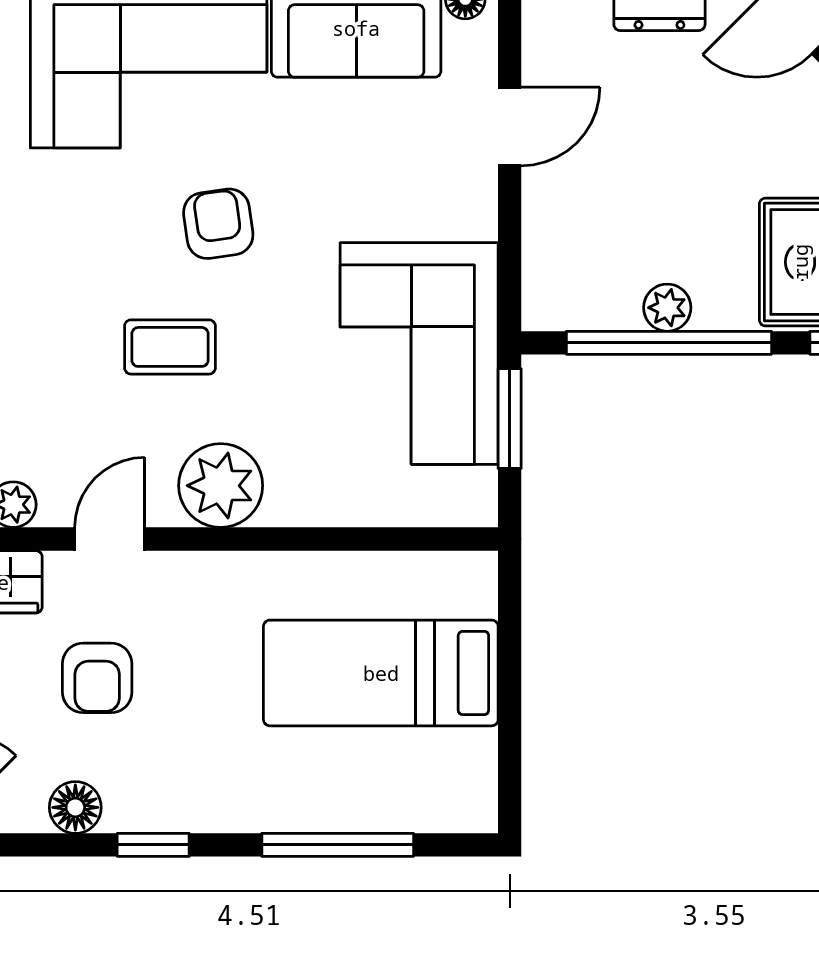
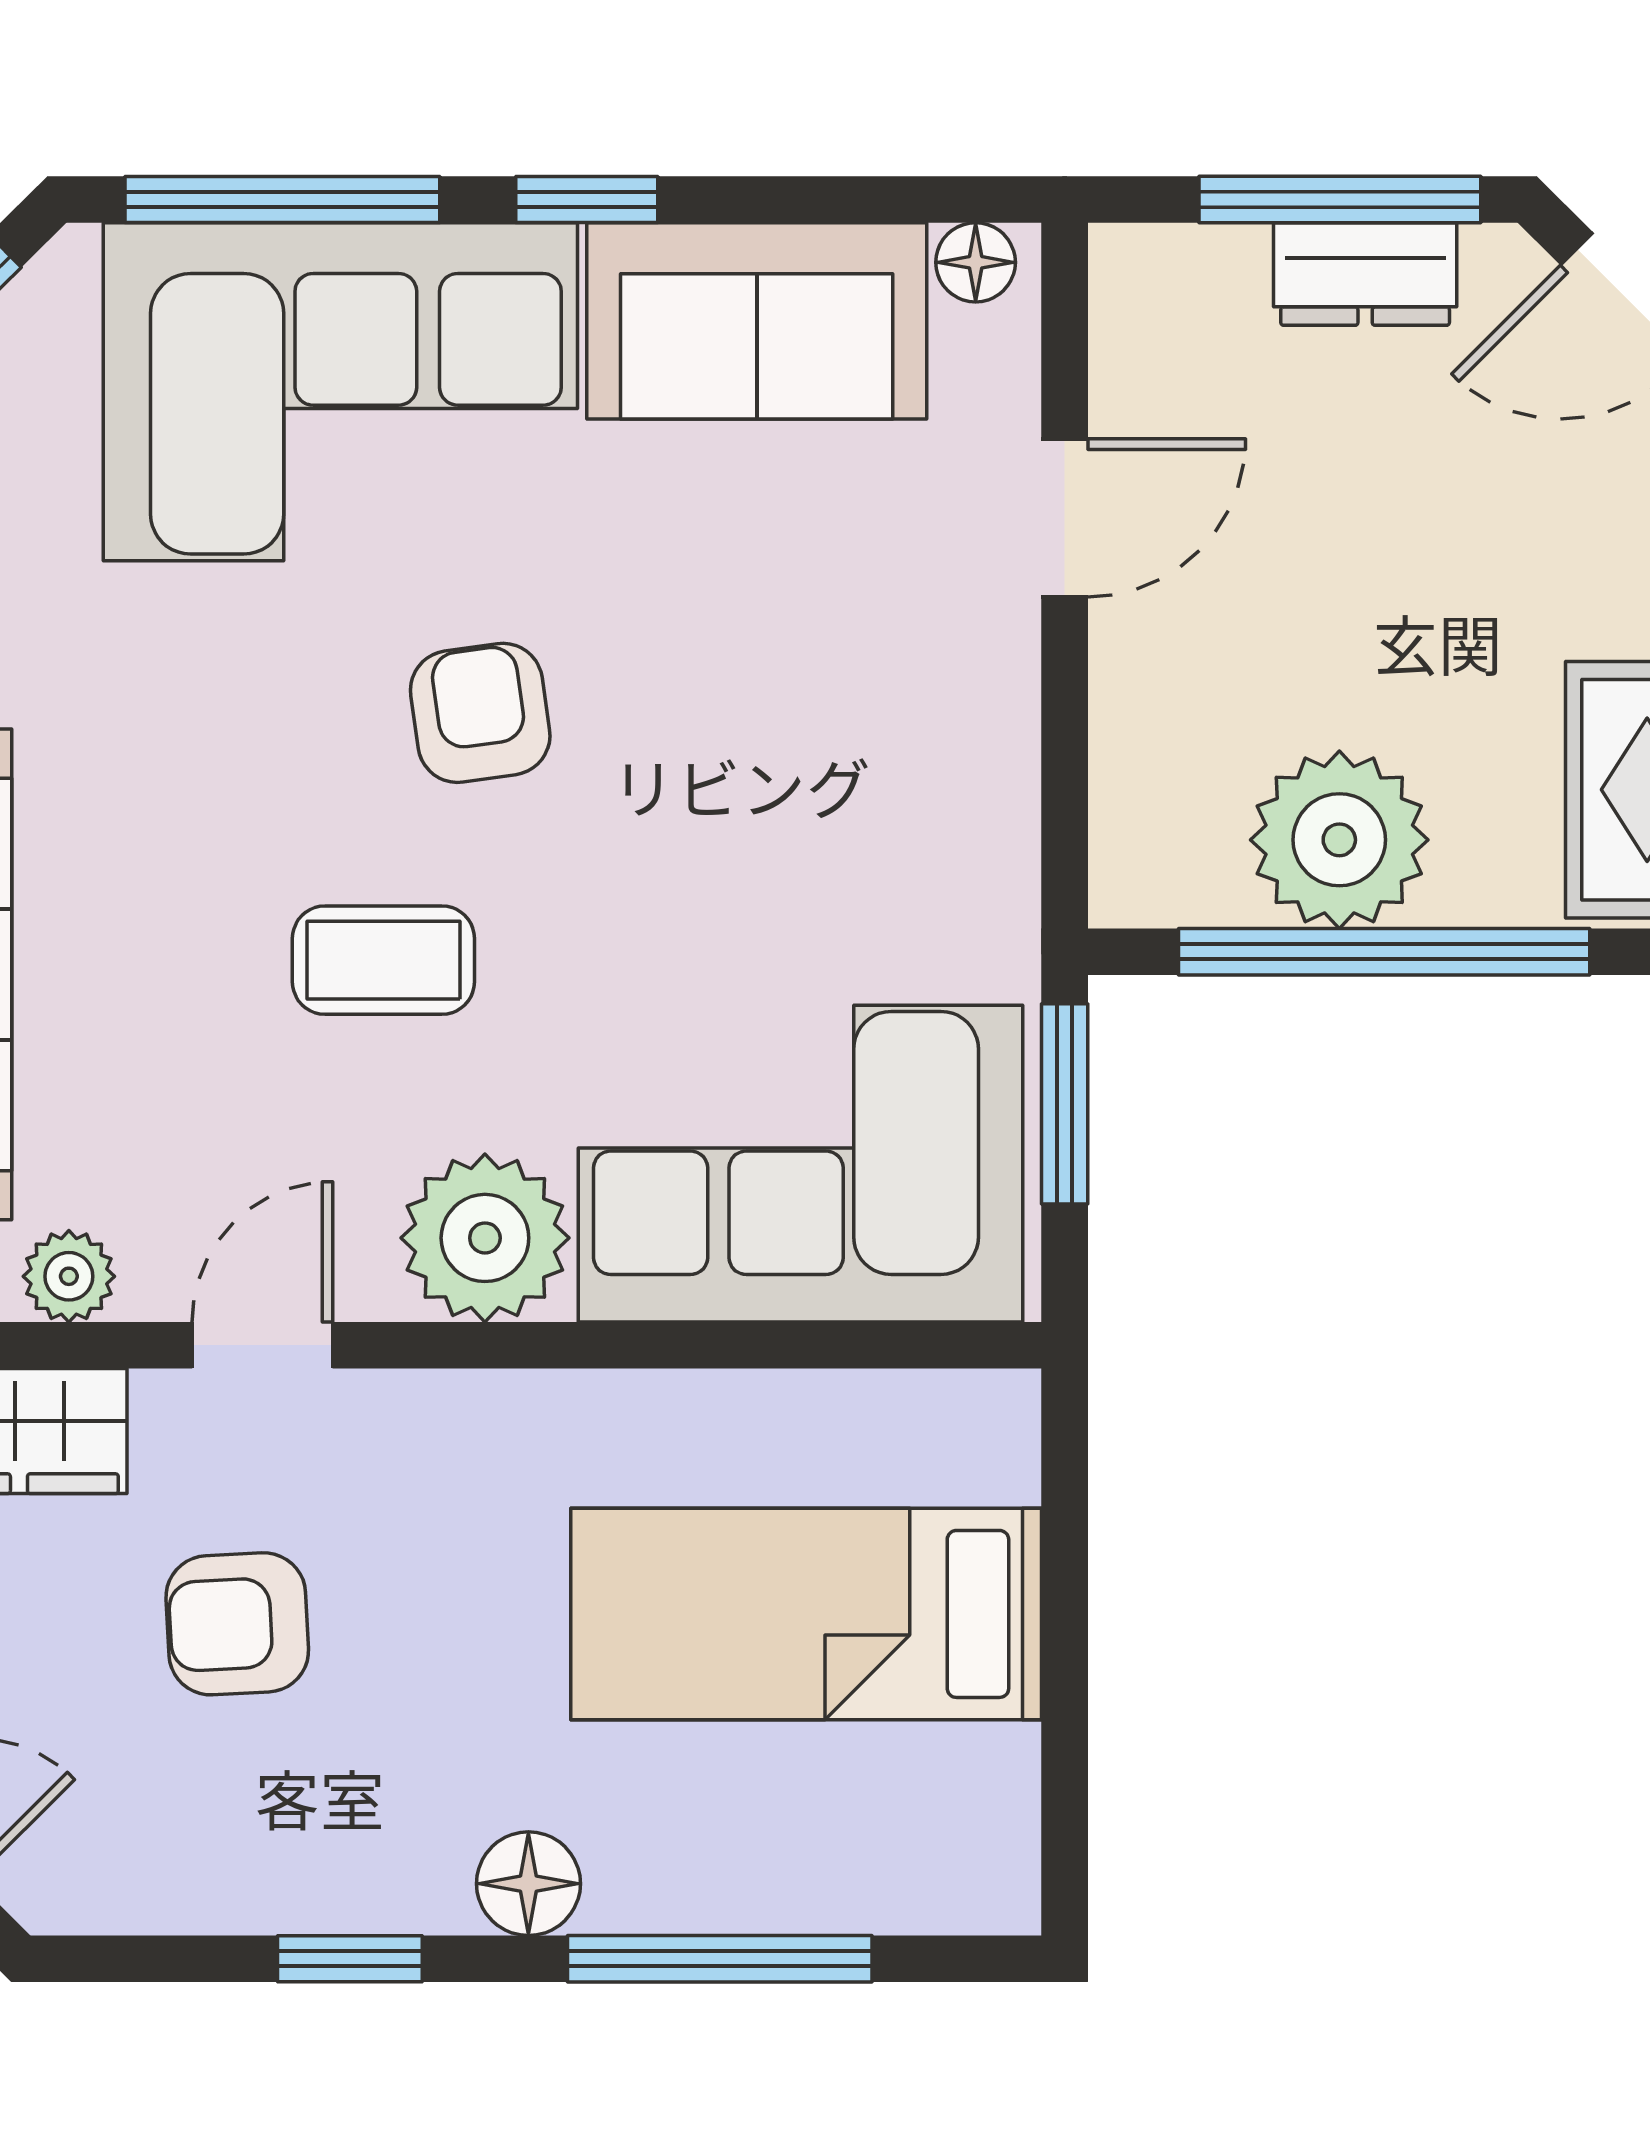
plant: (667, 308) -> (1339, 840), width x1.87, depth x1.87
corner sofa: (419, 354) -> (801, 1164), moved, turned 90
armchair: (97, 678) -> (237, 1624), turned 87
floor lamp: (75, 807) -> (528, 1884), moved

